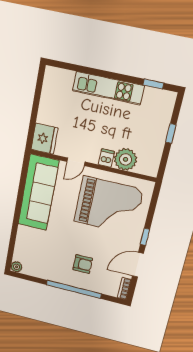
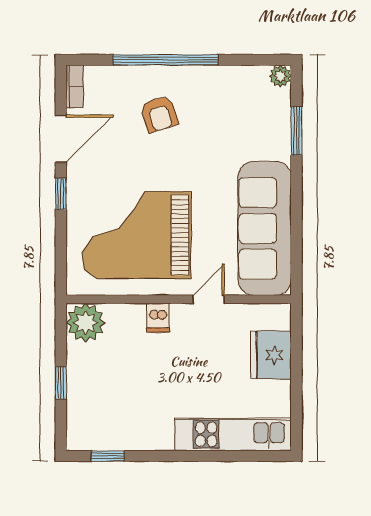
kitchen unit: (108, 88) -> (233, 434), moved
fridge: (44, 139) -> (271, 355), moved
plant: (126, 159) -> (86, 323), moved
window: (13, 238) -> (296, 131), added
armchair: (83, 264) -> (159, 114), turned -108

